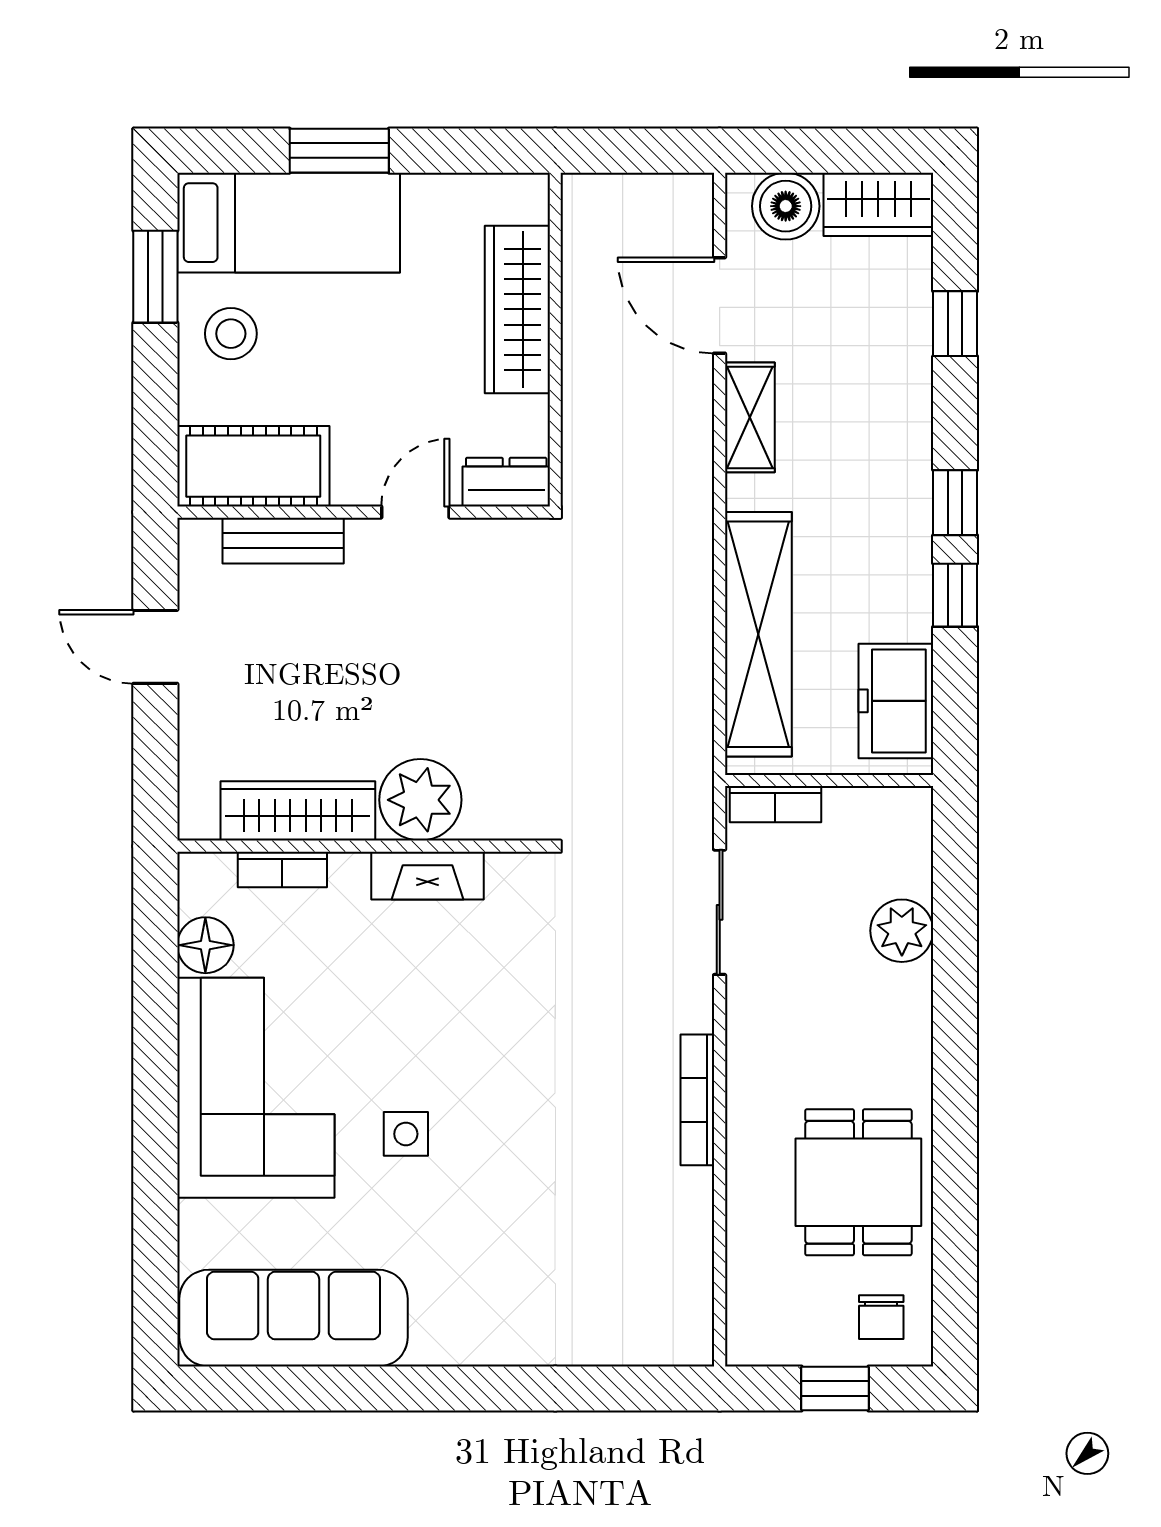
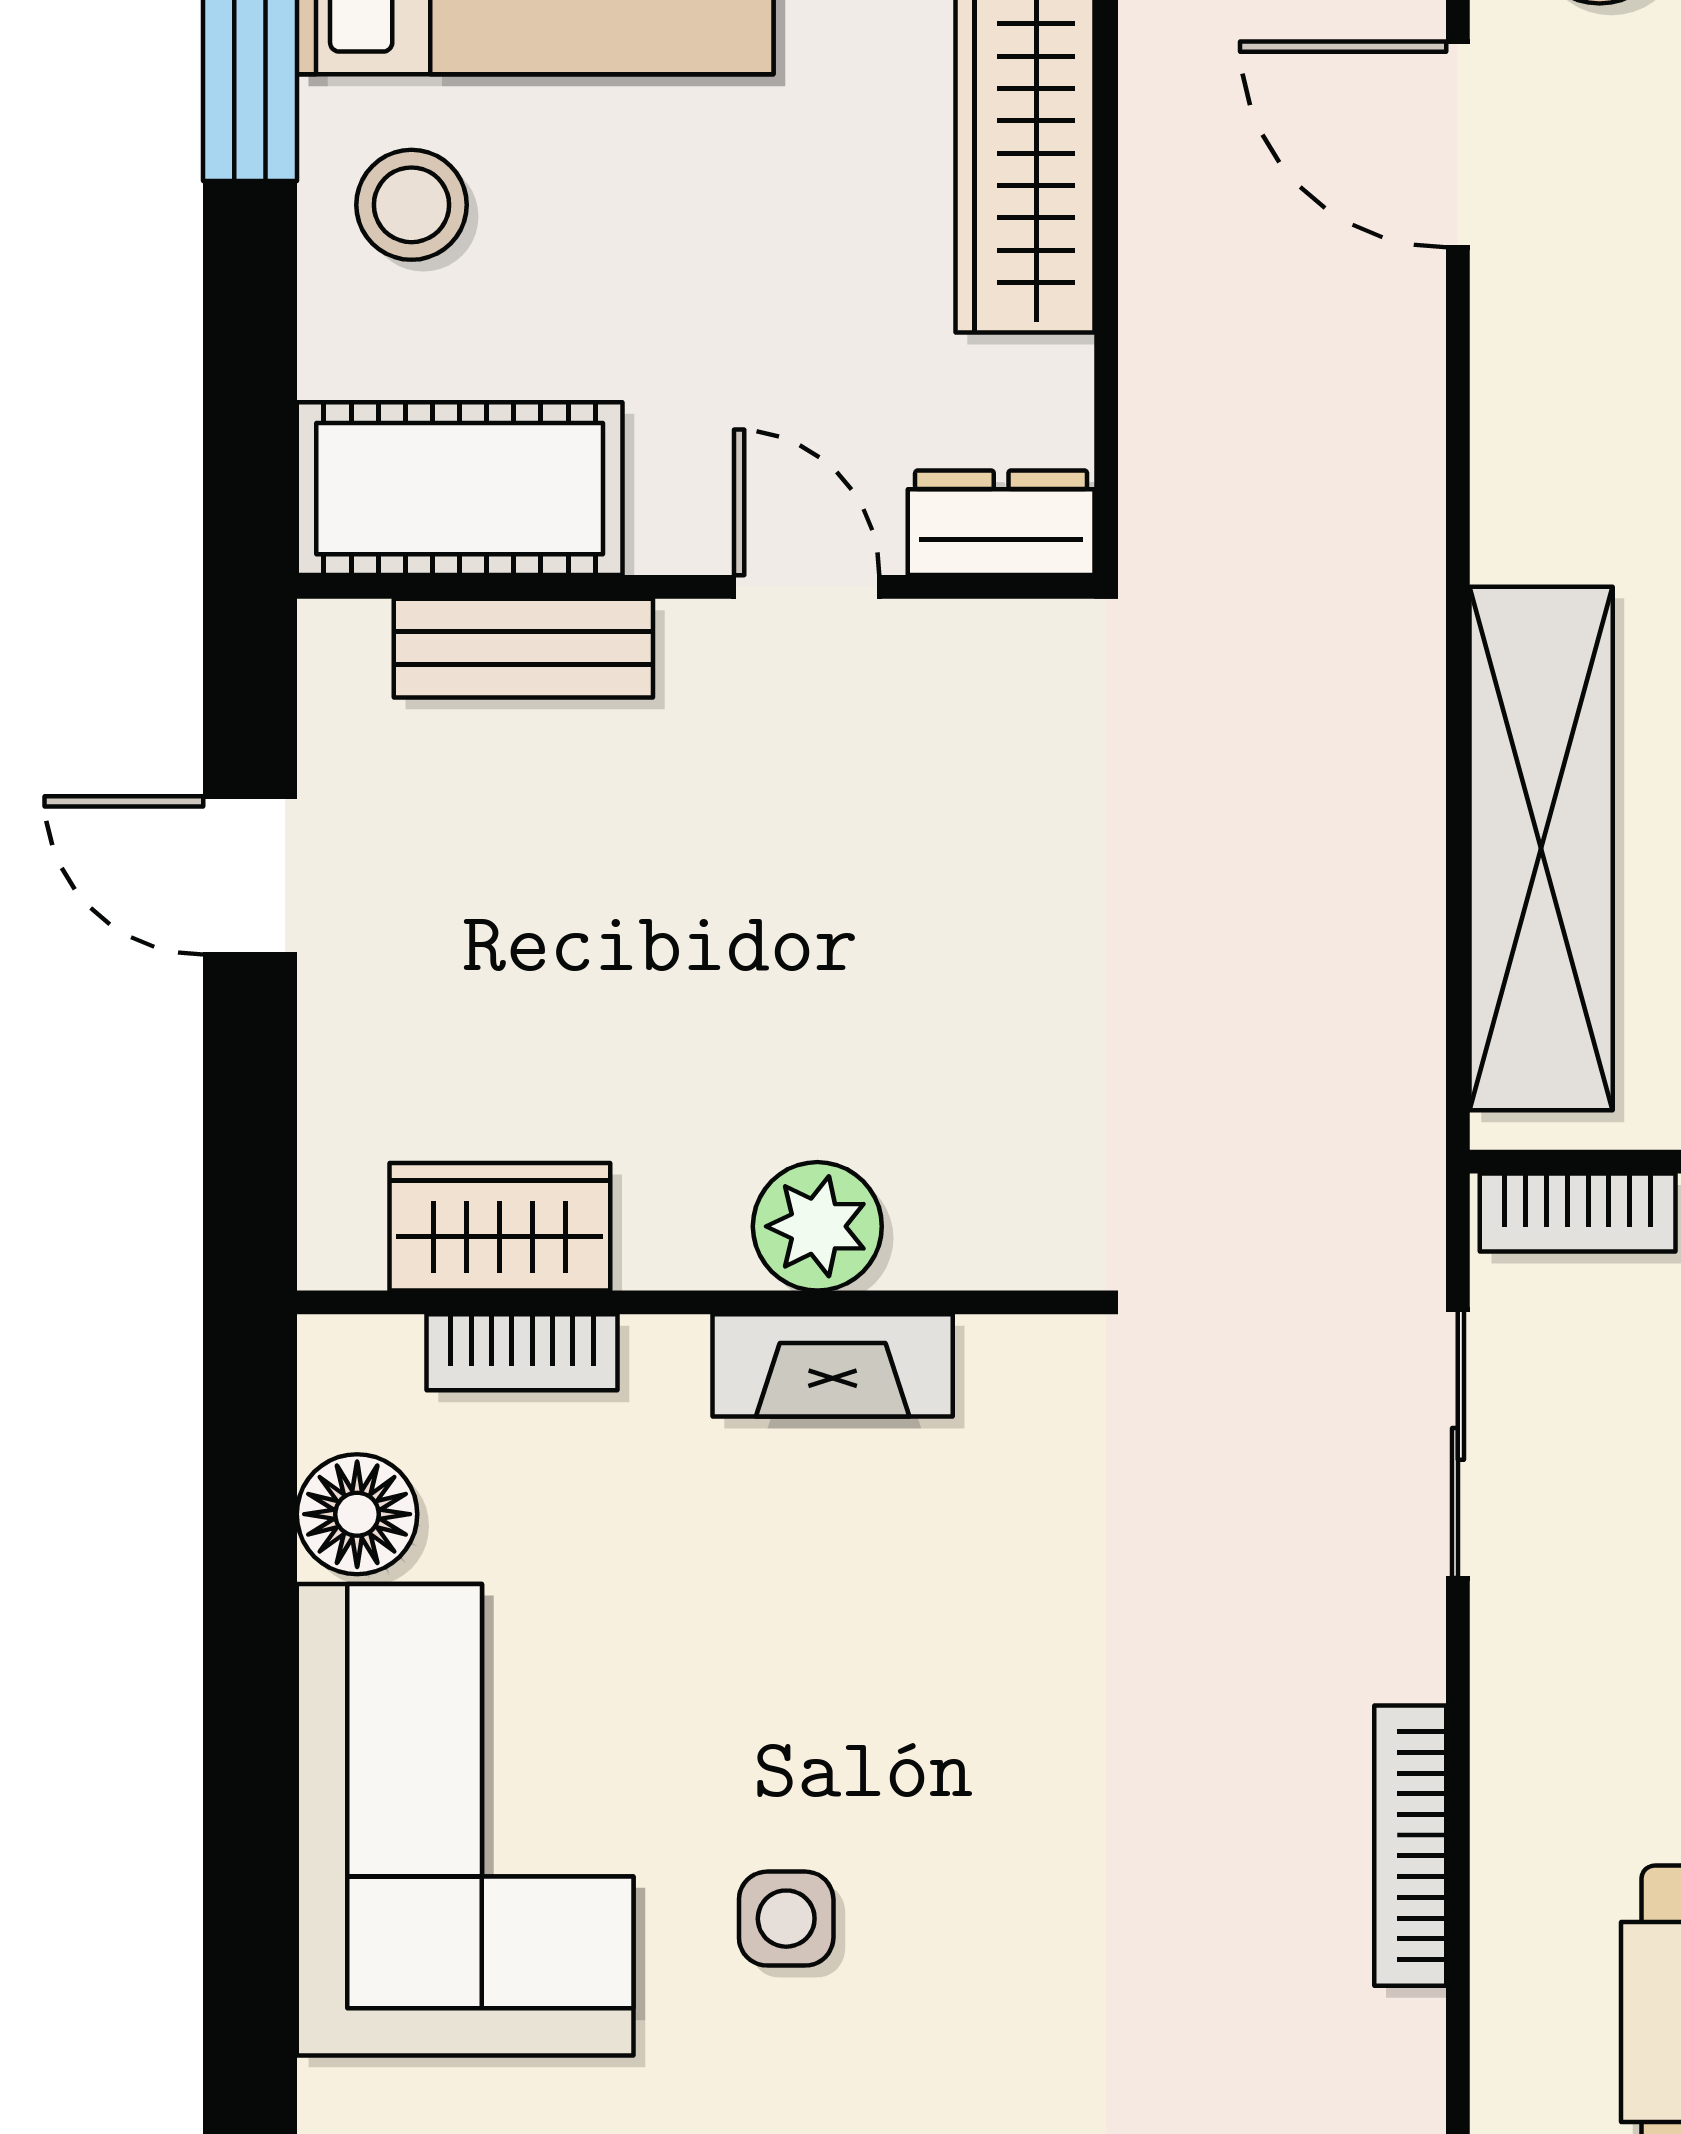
shelving: (750, 417) -> (1523, 384), removed
door: (415, 512) -> (807, 587), hinge flipped
plant: (420, 800) -> (817, 1226), width x0.73, depth x0.73
wardrobe: (298, 811) -> (500, 1227), width x0.67

